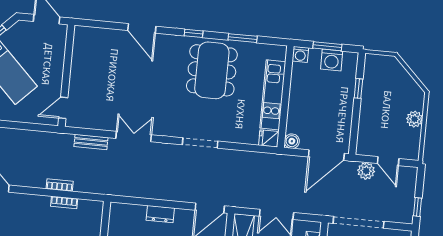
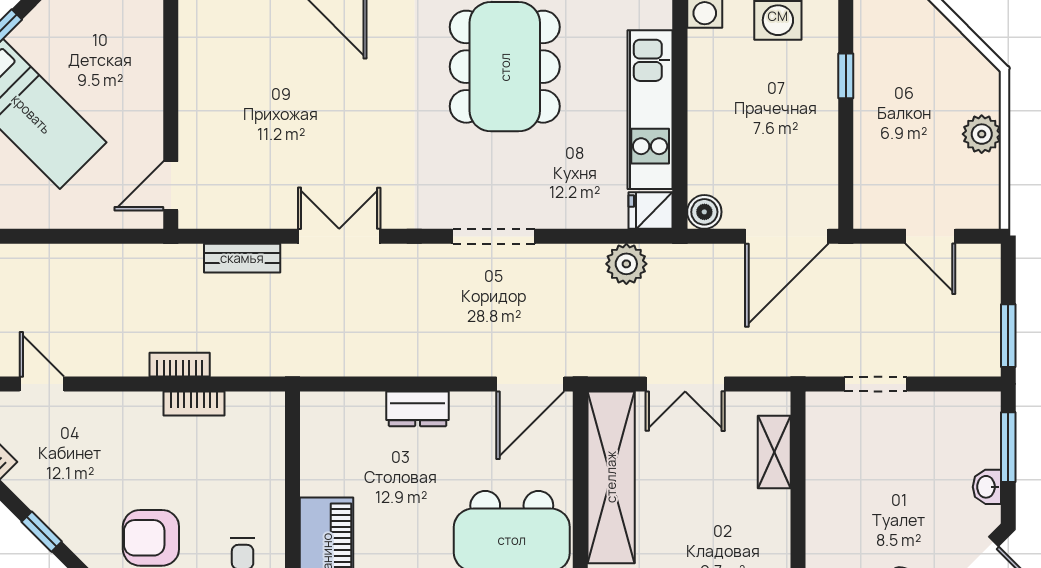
plant: (366, 171) -> (626, 264), moved
window: (418, 207) -> (1008, 336), width x1.50
doorway: (359, 222) -> (876, 384), width x0.53

